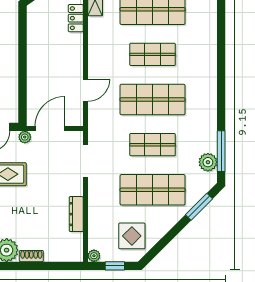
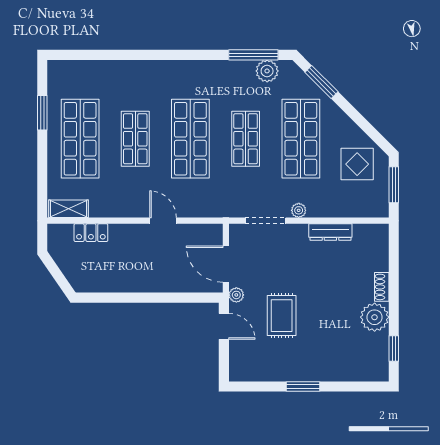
door: (86, 90) -> (163, 221), moved
plant: (94, 256) -> (299, 210), moved
window: (115, 266) -> (394, 185), width x1.50

